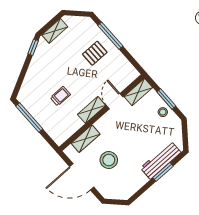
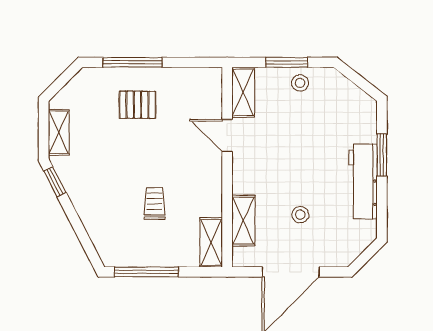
pallet: (95, 53) -> (137, 105), turned 90
shelving: (92, 110) -> (211, 242), moved
stool: (109, 160) -> (300, 215), width x0.53, depth x0.53
workbench: (161, 160) -> (363, 181), moved

